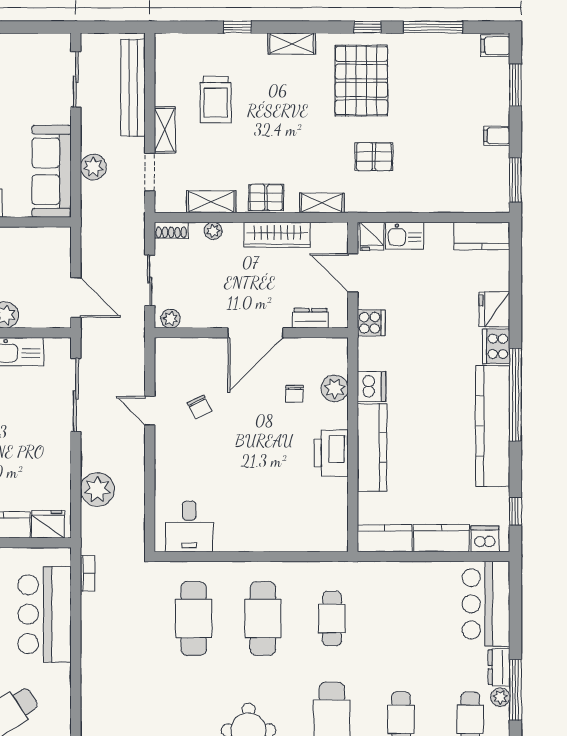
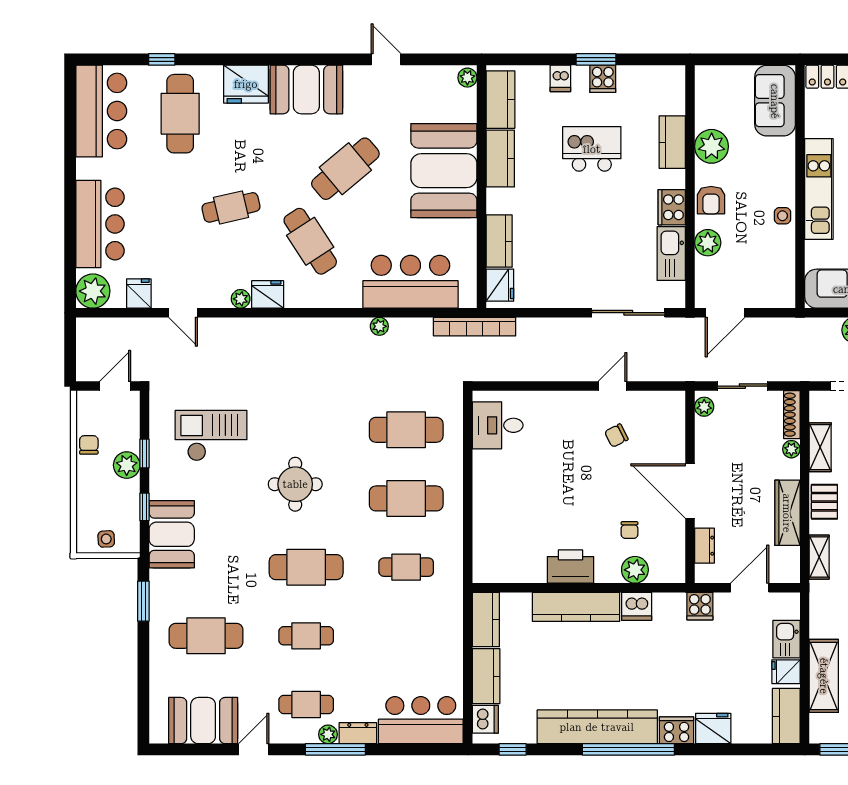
shelving: (441, 198) -> (824, 676), added
shoe rack: (171, 230) -> (792, 415), width x1.43
fridge: (372, 236) -> (786, 672), moved
chair: (295, 394) -> (630, 530), turned -90
plant: (97, 489) -> (379, 326), moved, width x0.53, depth x0.53
bookcase: (88, 573) -> (475, 327), width x2.31, depth x1.31

